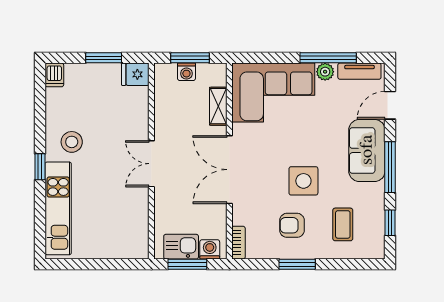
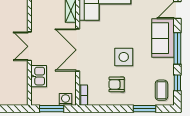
coffee table: (343, 224) -> (161, 90), moved
kitchen sink: (181, 247) -> (39, 76), moved, turned 90
window: (297, 264) -> (145, 109), moved

